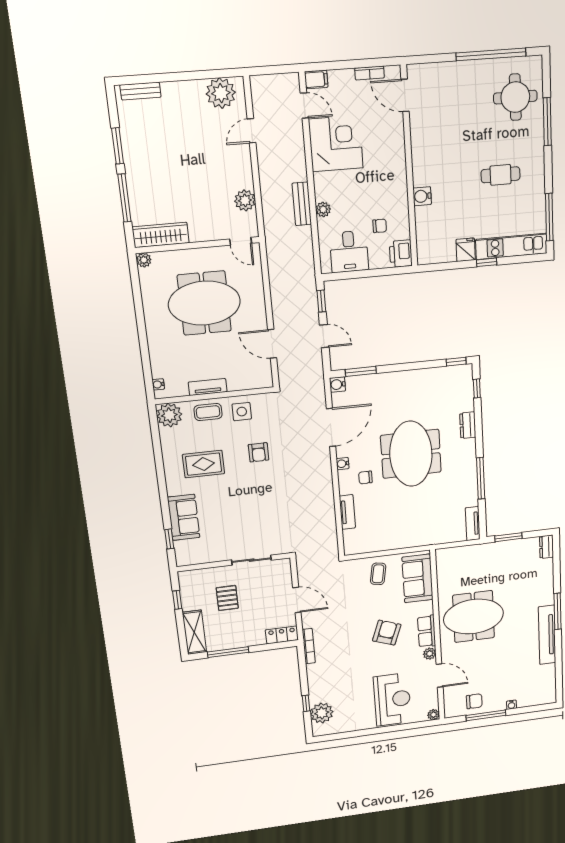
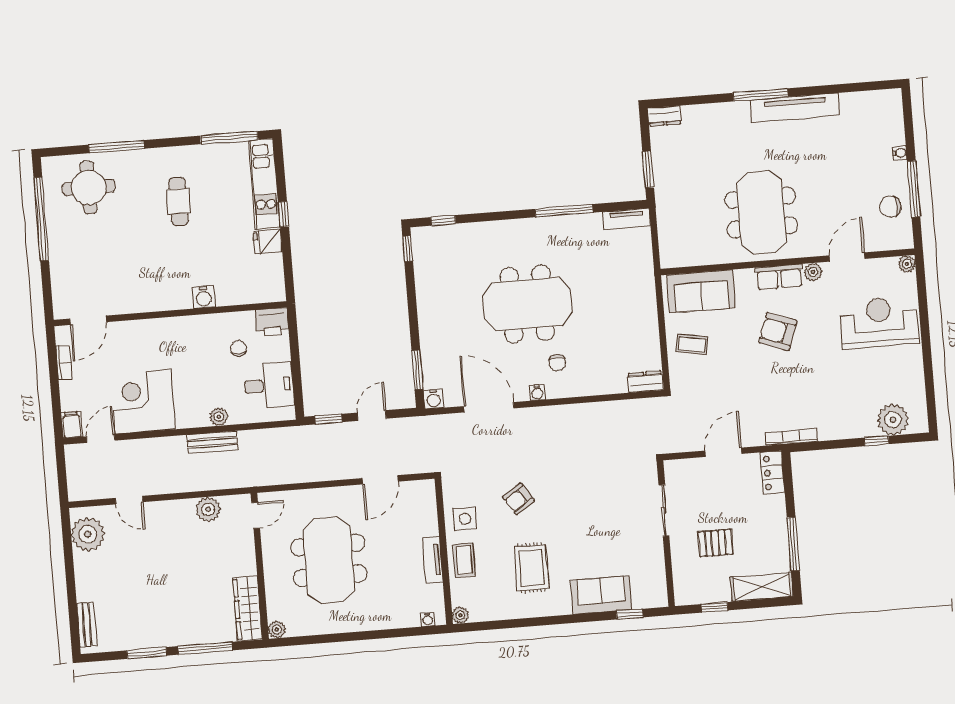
plant: (169, 415) -> (460, 615), width x0.53, depth x0.53
dresser: (468, 425) -> (645, 382), moved, turned 180
armchair: (259, 452) -> (518, 499), turned 146
tv unit: (347, 512) -> (603, 386), removed
chair: (474, 701) -> (890, 207), turned -90

